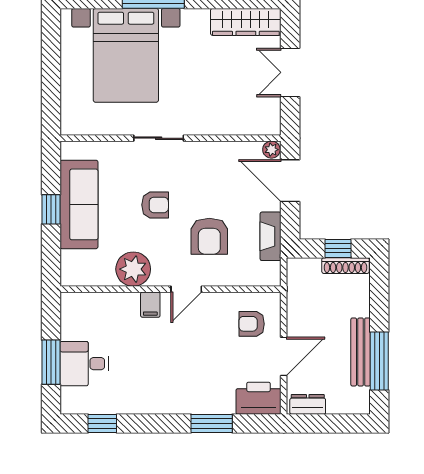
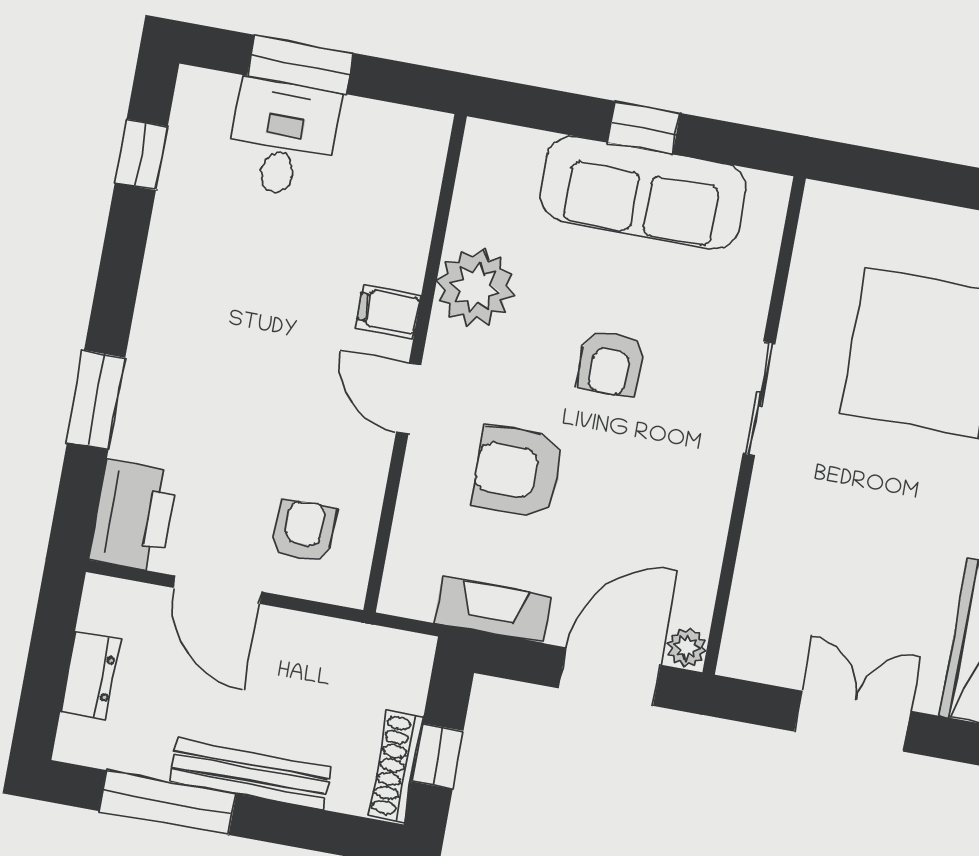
bench: (361, 352) -> (250, 774), moved
dresser: (308, 404) -> (90, 676), moved

